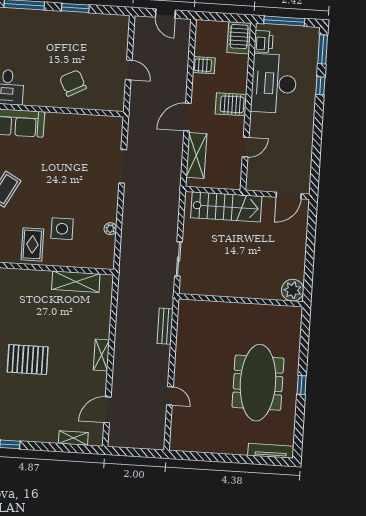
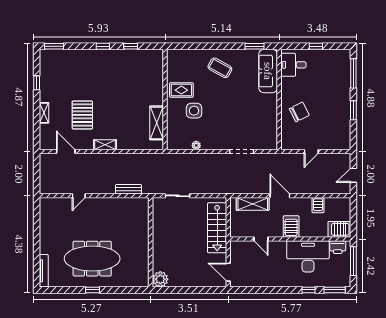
pallet: (28, 360) -> (82, 115), moved
shelving: (73, 438) -> (44, 113), moved

